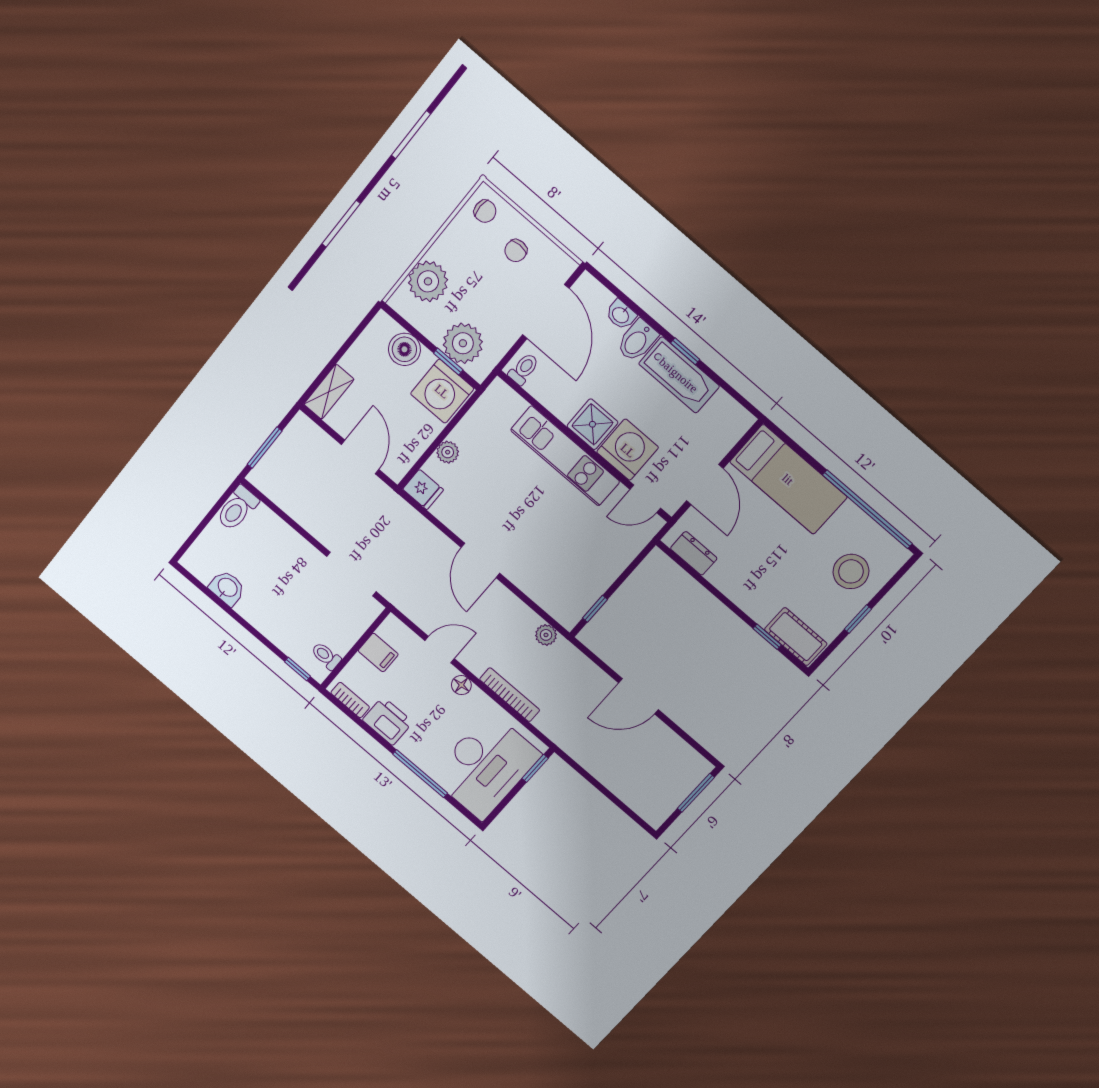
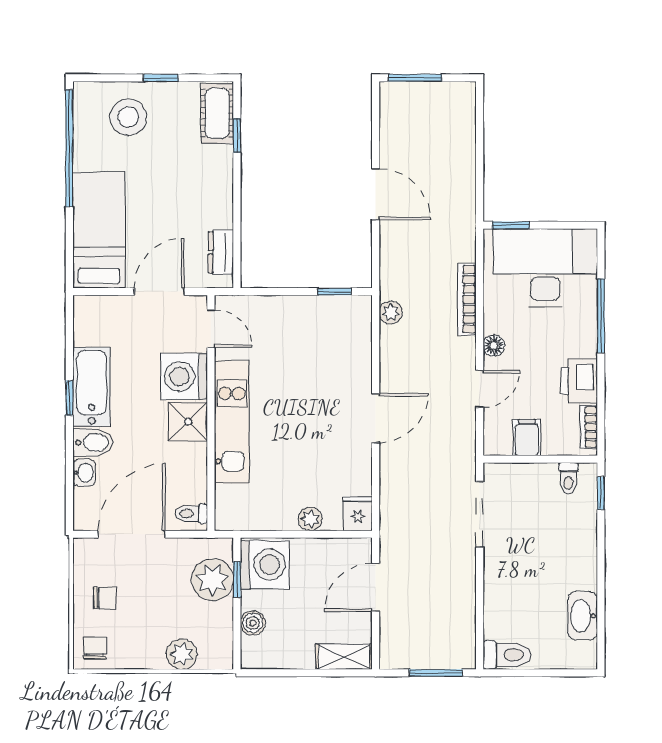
plant: (428, 281) -> (182, 654), width x0.73, depth x0.73
boiler: (404, 349) -> (253, 623), width x0.73, depth x0.73
washbasin: (227, 588) -> (583, 616), width x1.38
door: (440, 650) -> (480, 389), swing flipped

